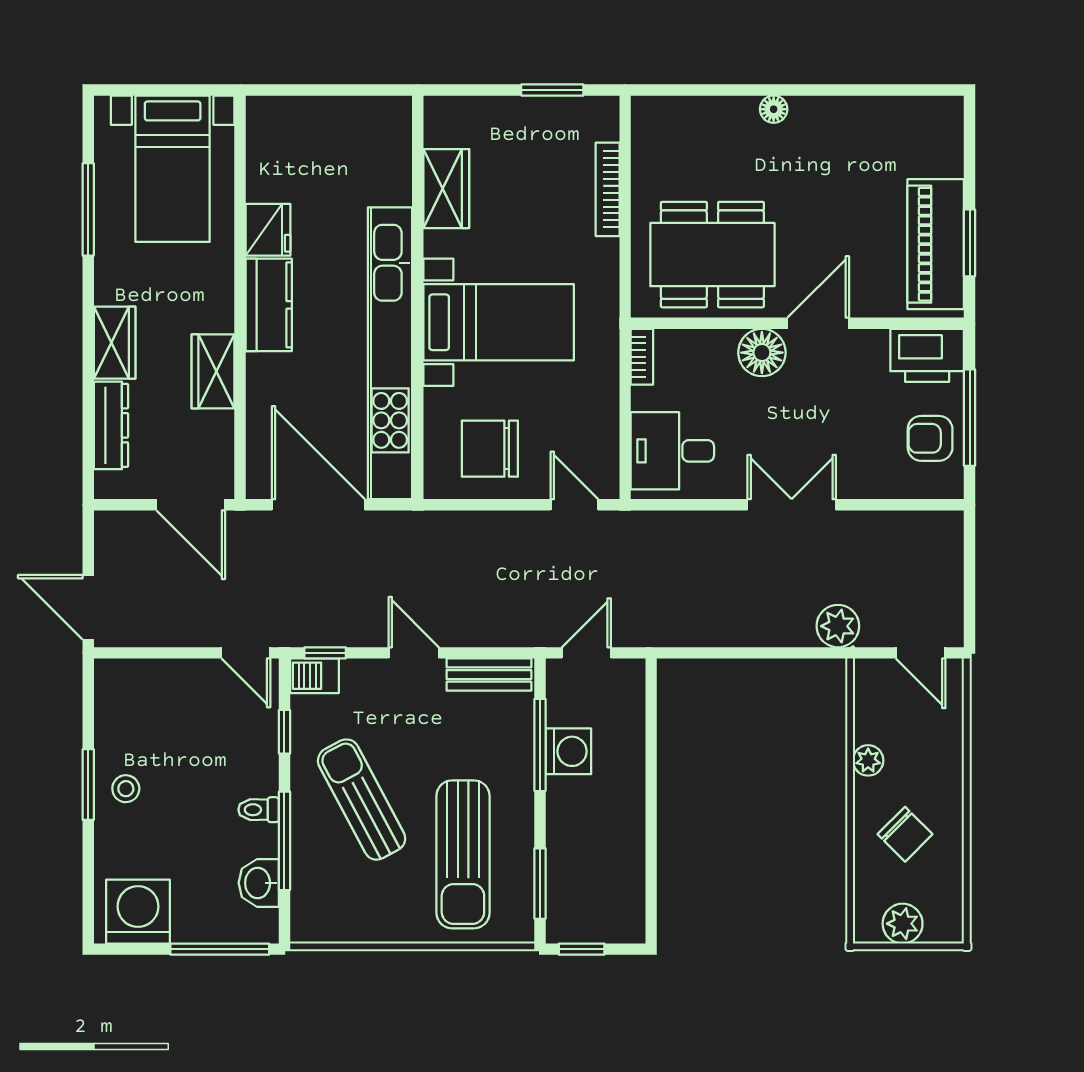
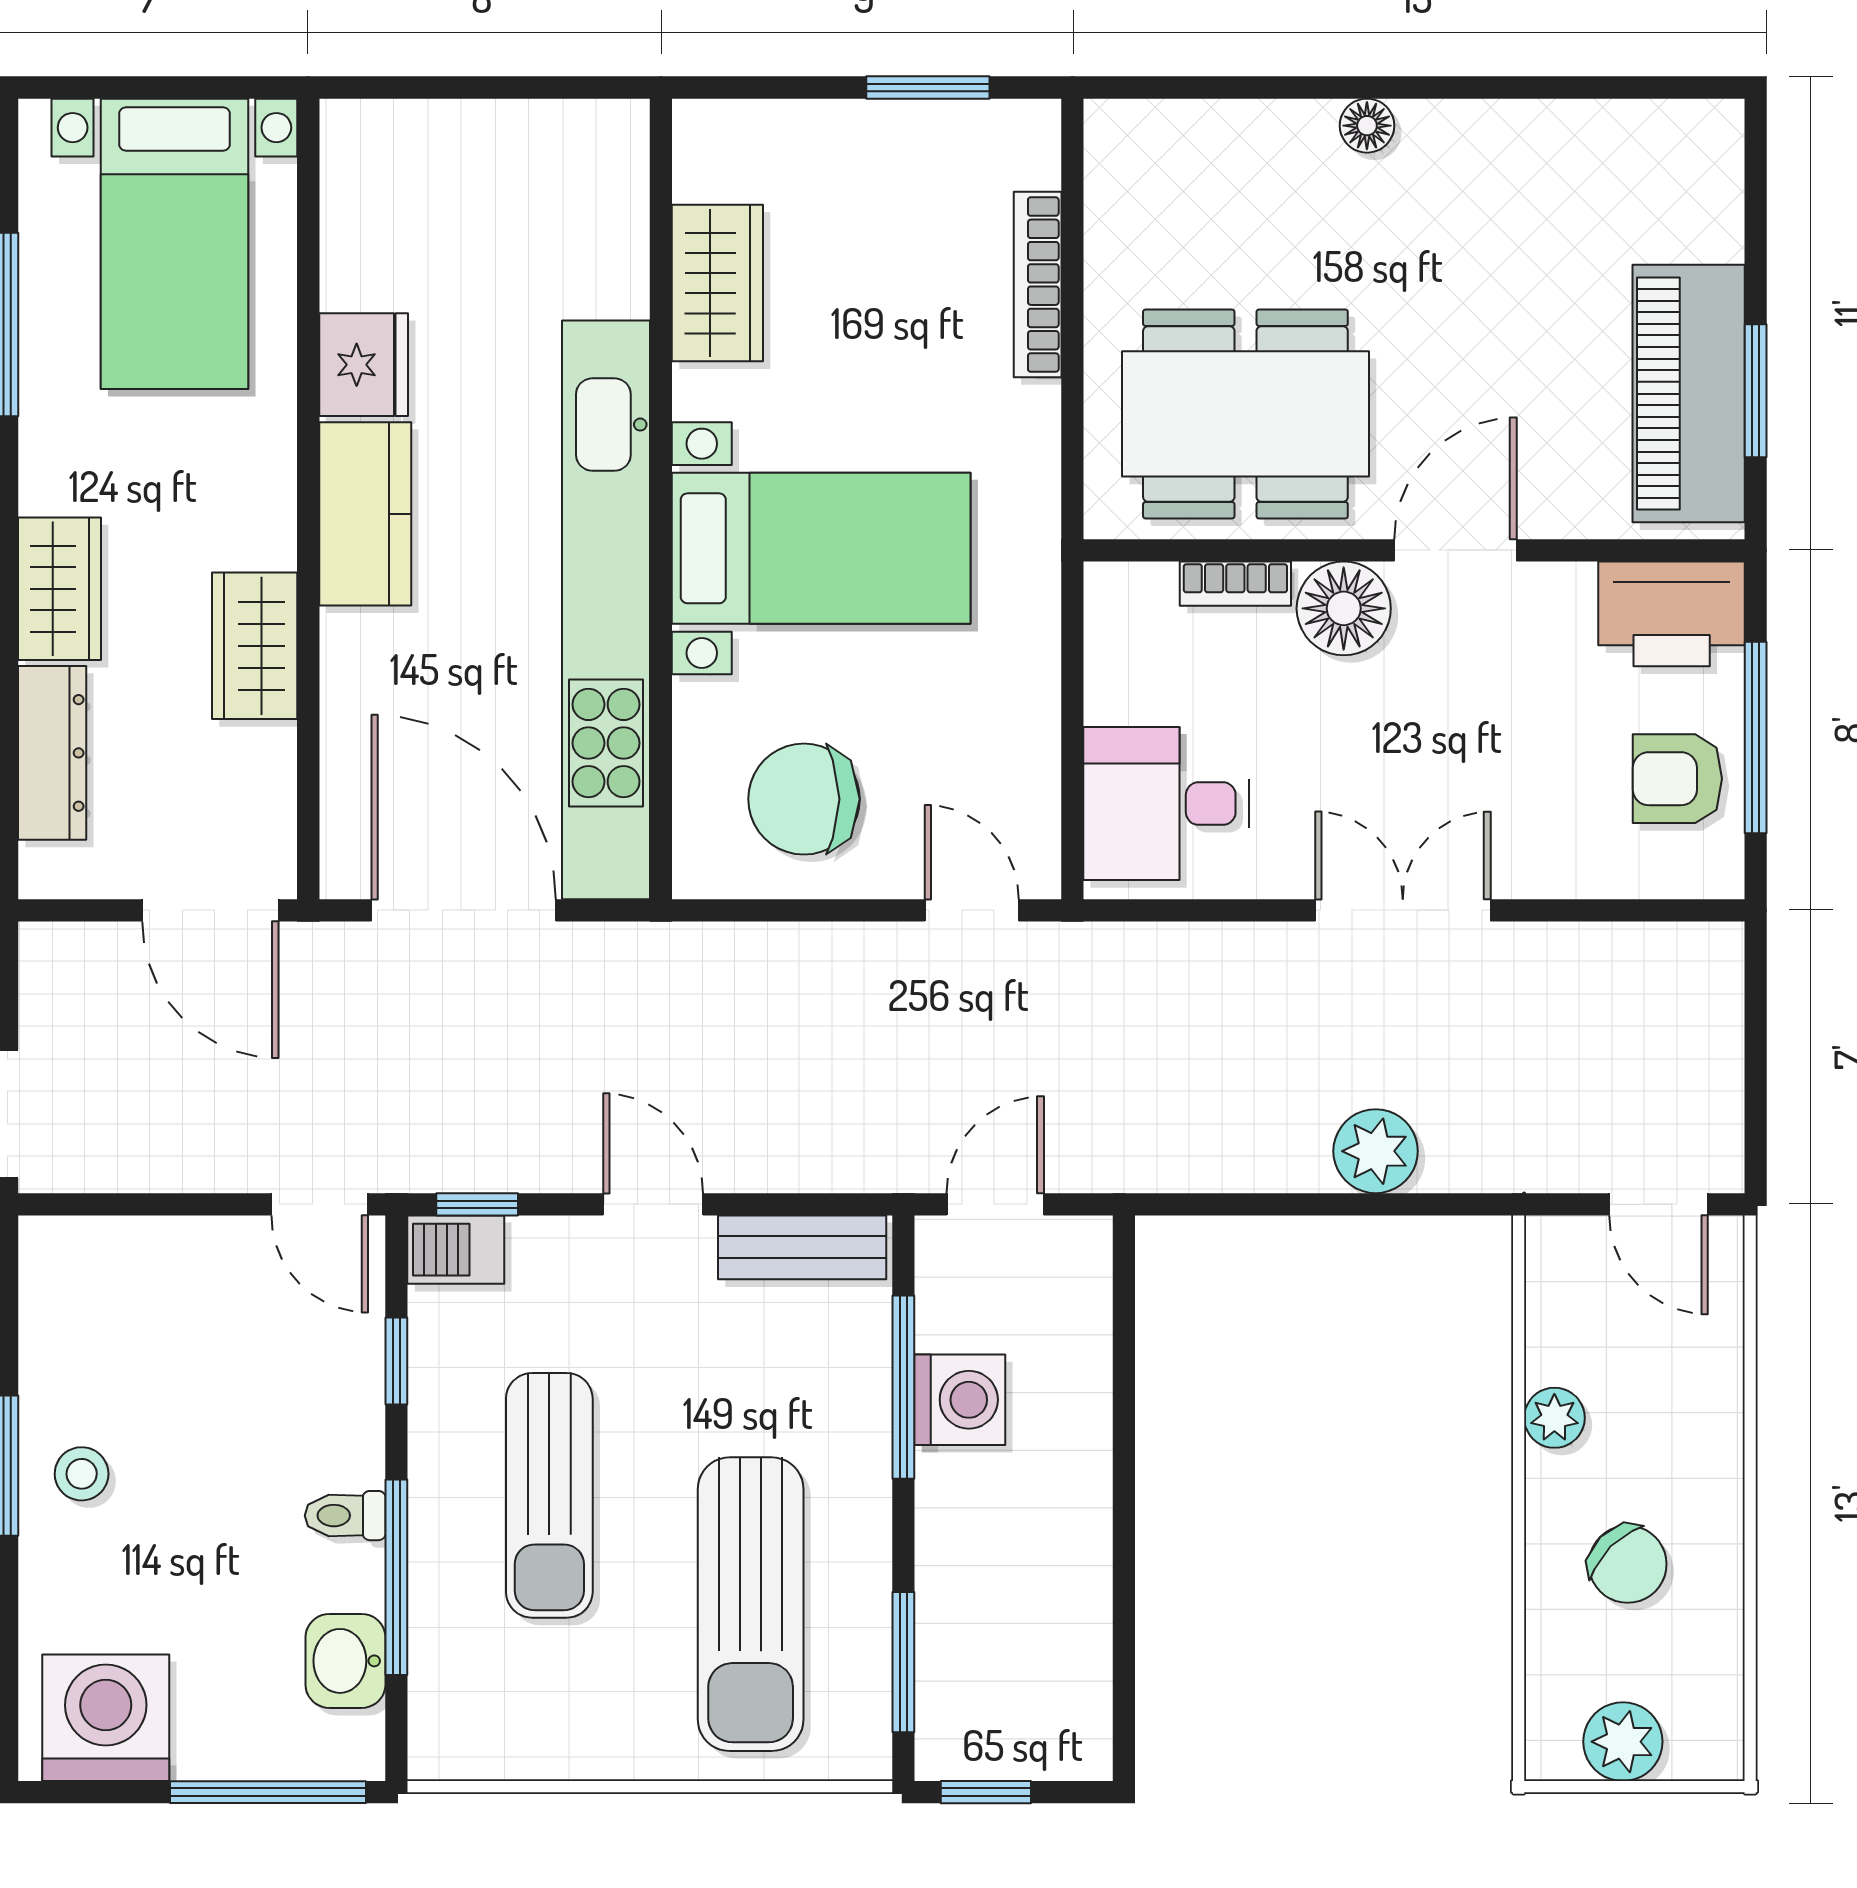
bookcase: (642, 357) -> (1235, 584), moved, turned 90
plant: (838, 626) -> (1376, 1151), moved
sun lounger: (362, 800) -> (549, 1495), turned -152

